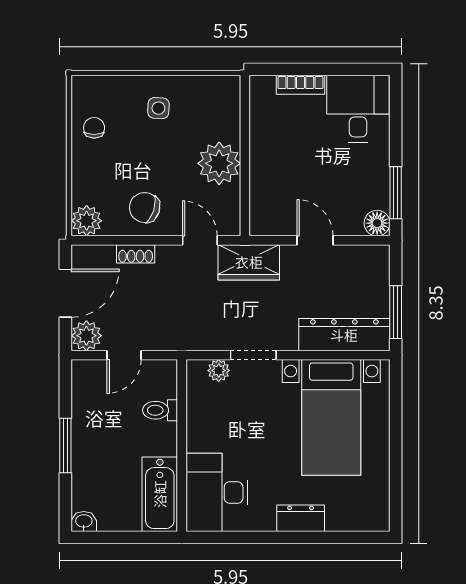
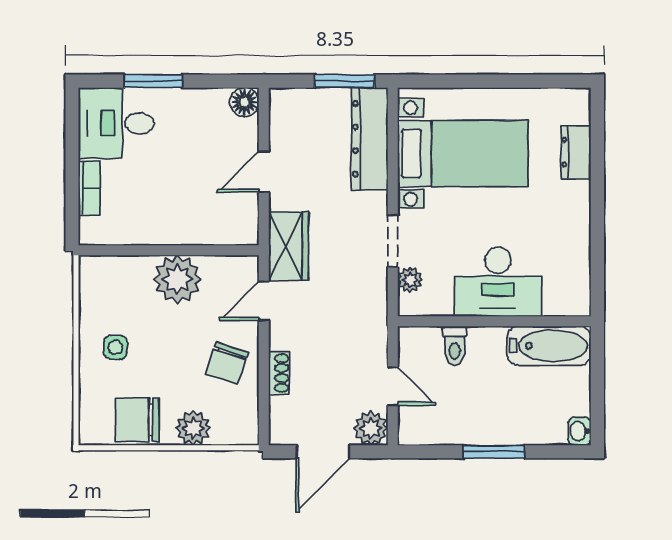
chair: (94, 128) -> (138, 420), width x1.87, depth x1.87
window: (396, 193) -> (153, 81), moved
plant: (87, 221) -> (193, 428), moved
door: (65, 293) -> (323, 452), swing flipped
desk: (217, 492) -> (498, 282), moved
dresser: (301, 518) -> (576, 152), moved

